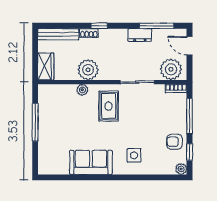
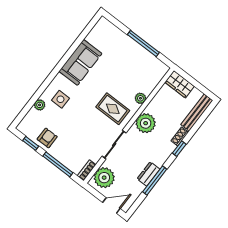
window: (157, 26) -> (155, 180), moved
plant: (88, 70) -> (146, 123), moved
plant: (181, 169) -> (40, 105), moved

